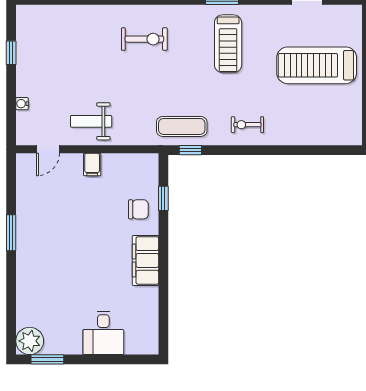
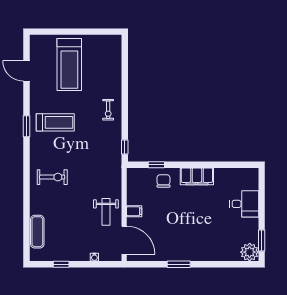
exercise bike: (144, 39) -> (52, 177), turned 90
exercise mat: (182, 126) -> (37, 232), moved
door: (48, 149) -> (124, 240), width x1.88

